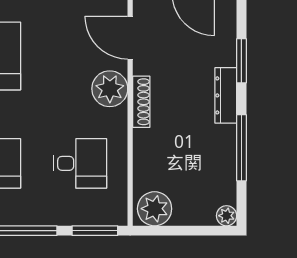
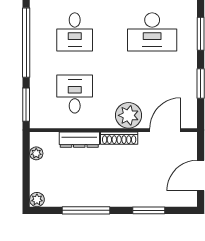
dresser: (226, 95) -> (79, 140), moved, turned 180
desk: (80, 163) -> (75, 94), turned 180
plant: (155, 209) -> (36, 153), width x0.53, depth x0.53

